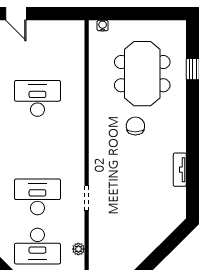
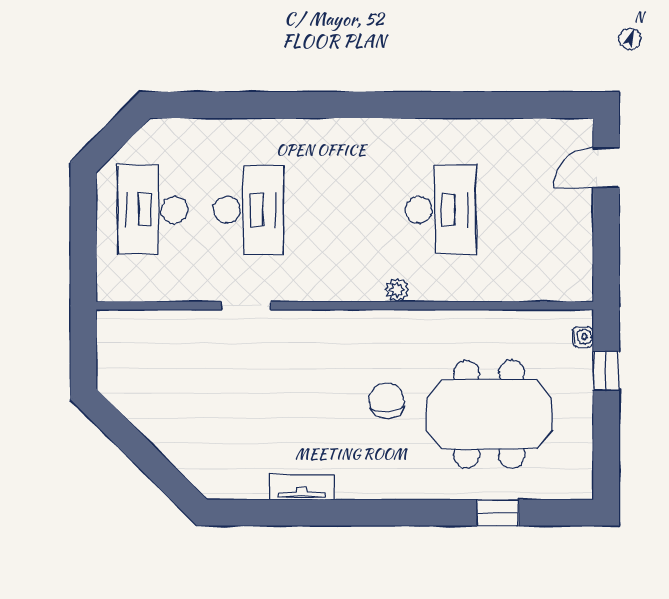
window: (120, 14) -> (606, 371), added
chair: (135, 126) -> (387, 401), turned -95
plant: (78, 249) -> (397, 290), moved

